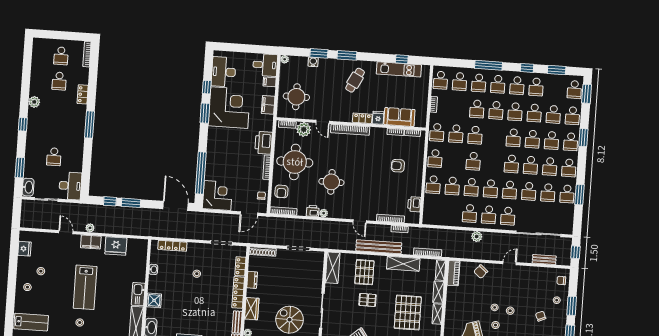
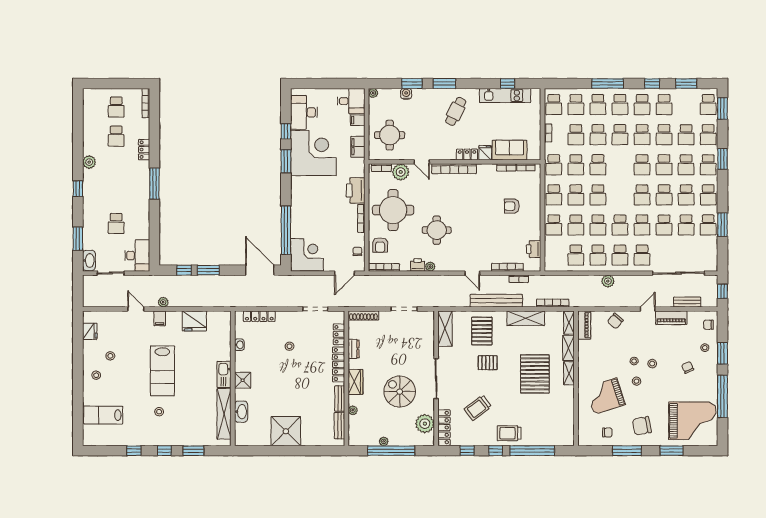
school desk: (458, 108) -> (576, 135), added
school desk: (454, 160) -> (576, 195), added
school desk: (451, 212) -> (576, 255), added
filing cabinet: (91, 242) -> (160, 318), width x0.50
piano: (529, 272) -> (671, 318), added
lab bench: (31, 322) -> (103, 415), turned 180

